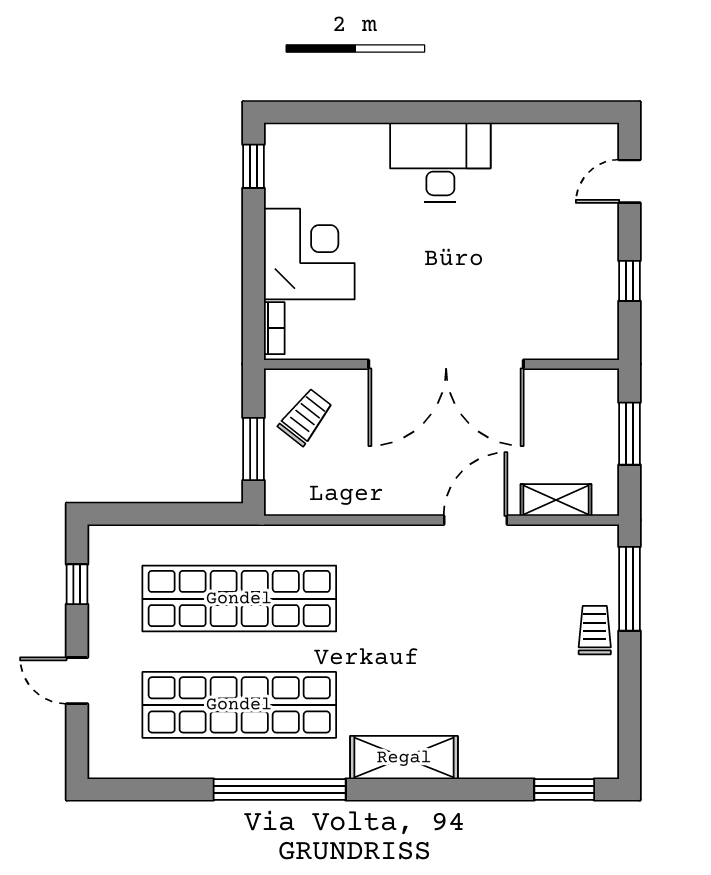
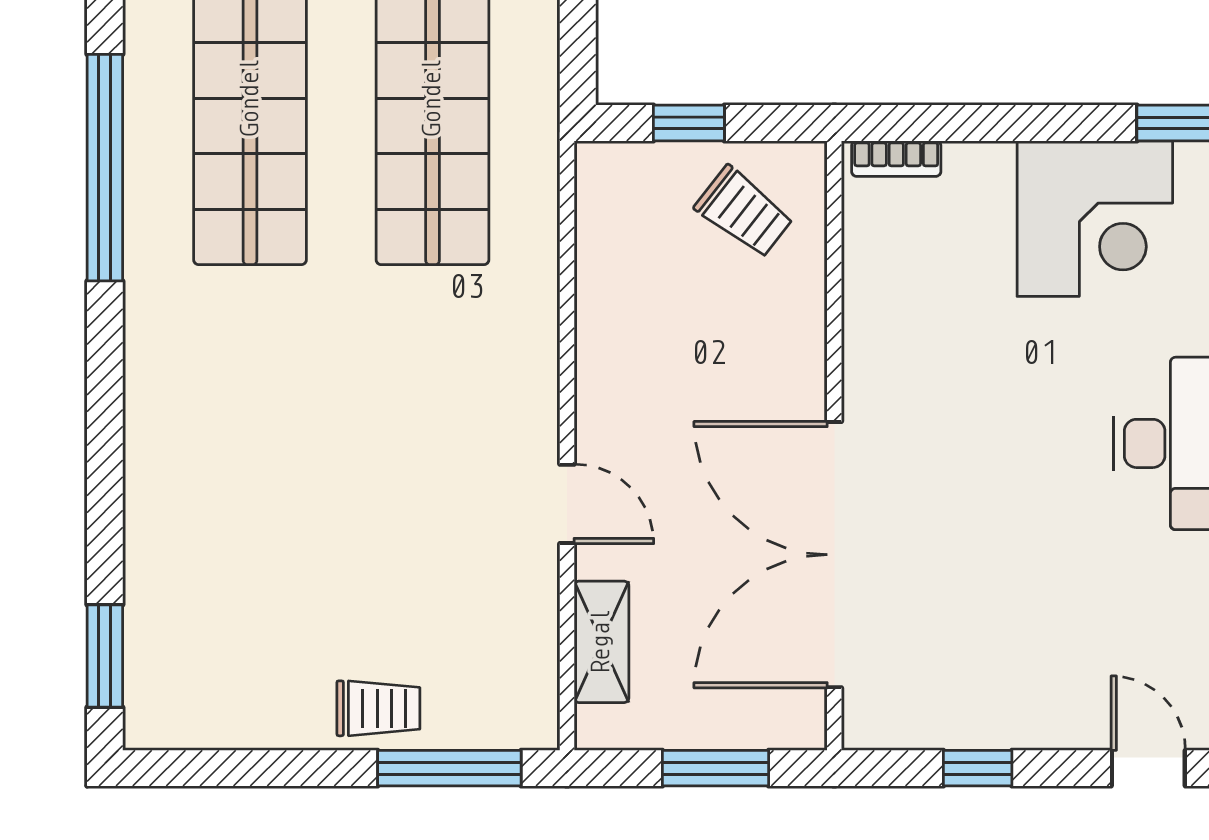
corner desk: (309, 254) -> (1095, 219), moved
double door: (446, 364) -> (834, 555), moved
window: (254, 449) -> (689, 123), width x0.67
door: (476, 520) -> (567, 504), width x0.73
shelving: (404, 758) -> (160, 381), removed

